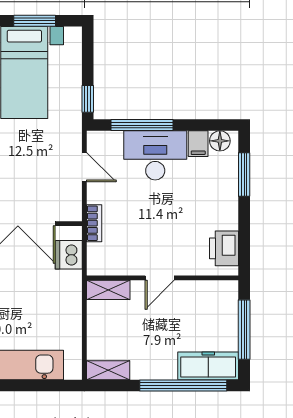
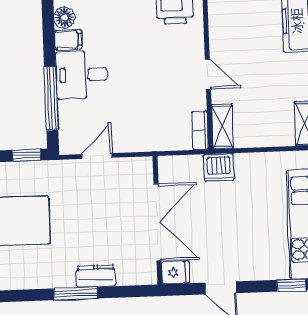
desk: (155, 155) -> (82, 75), width x0.73
bookcase: (94, 223) -> (200, 130), moved, turned -90
dishwasher: (69, 255) -> (219, 167), moved

